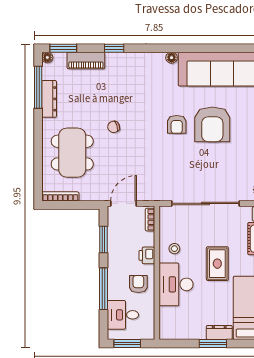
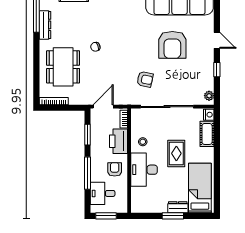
armchair: (177, 124) -> (145, 79), moved, turned -78
printer: (147, 255) -> (118, 141), width x1.87, depth x1.48

